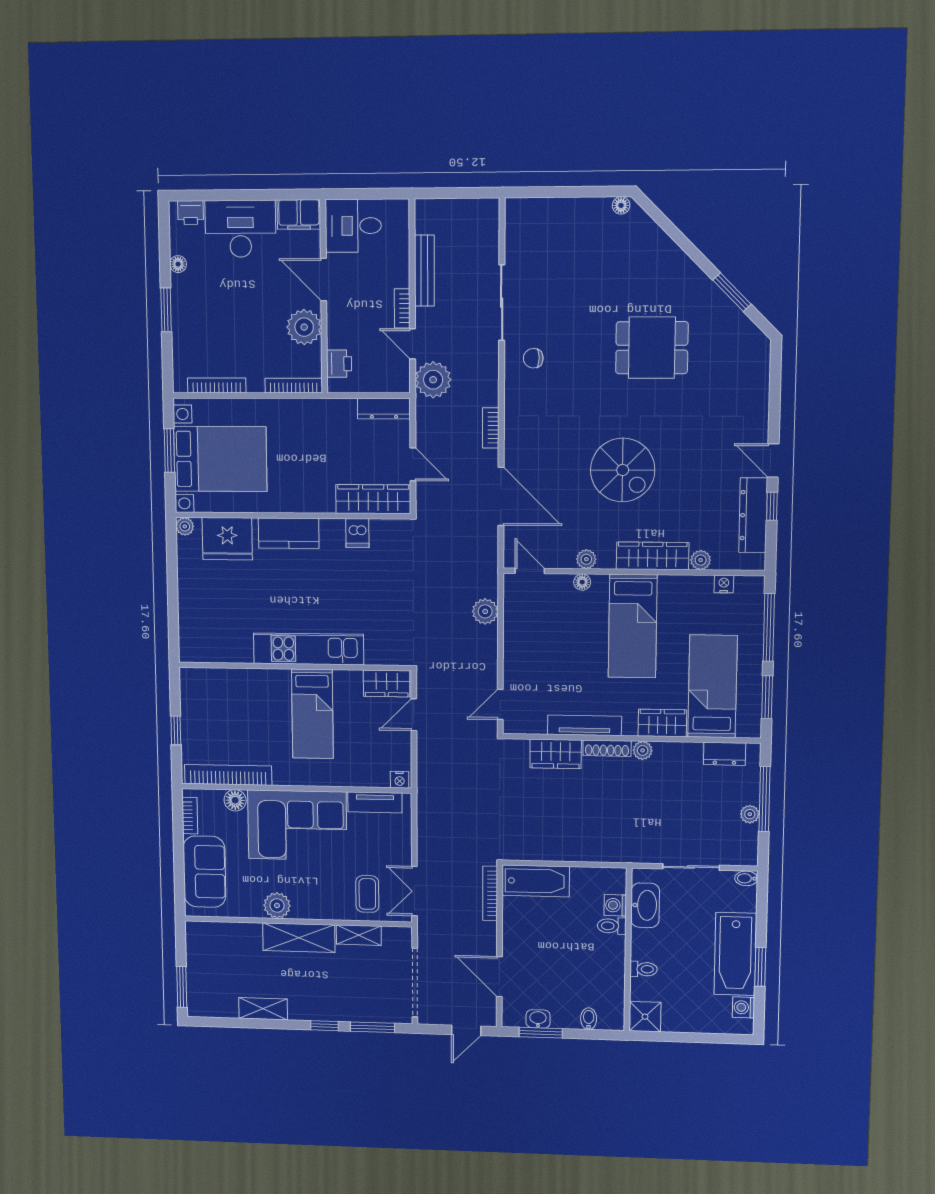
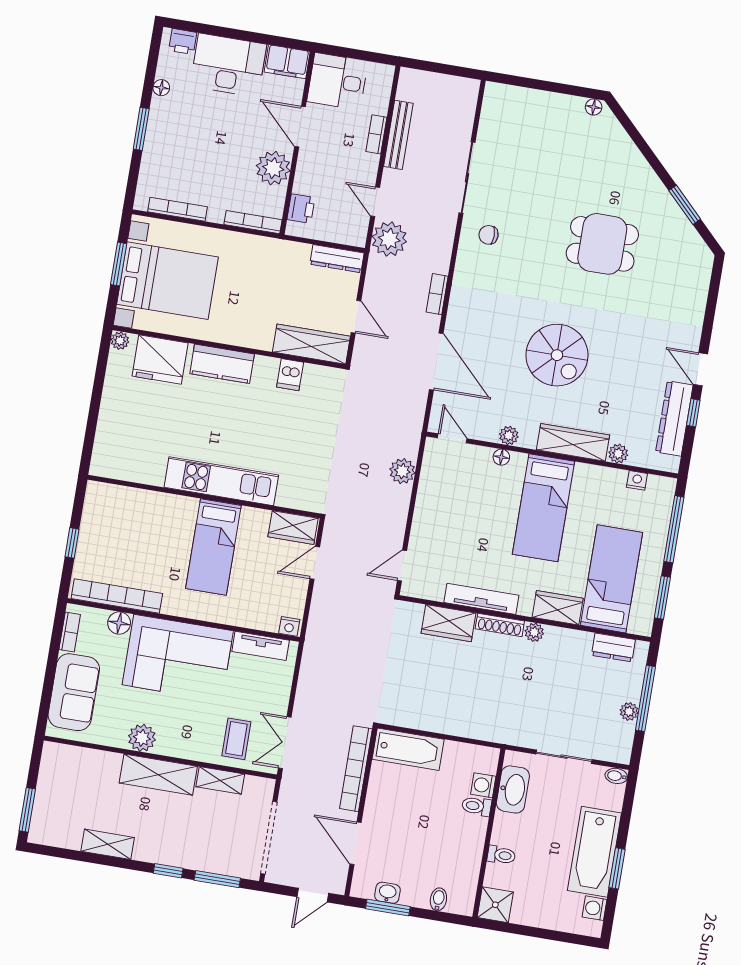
bookcase: (402, 308) -> (376, 134), moved
bookcase: (490, 893) -> (356, 769), width x1.48, depth x1.31

